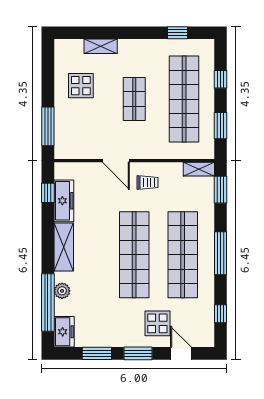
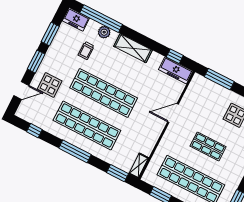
trolley: (148, 183) -> (86, 51), moved
freezer: (64, 201) -> (176, 70), moved

